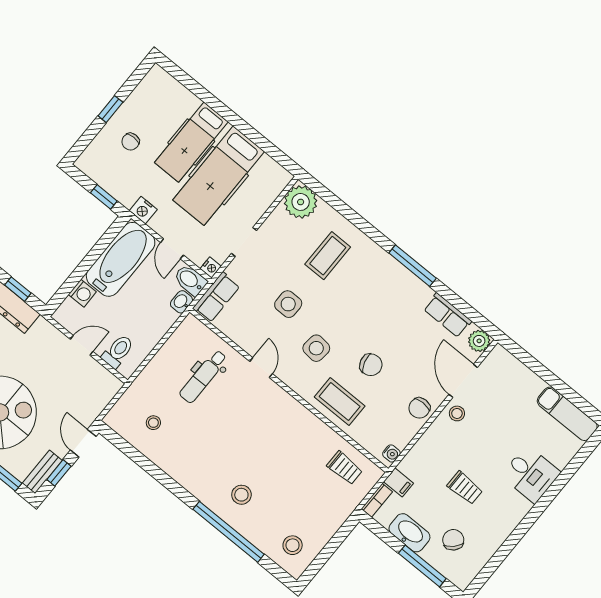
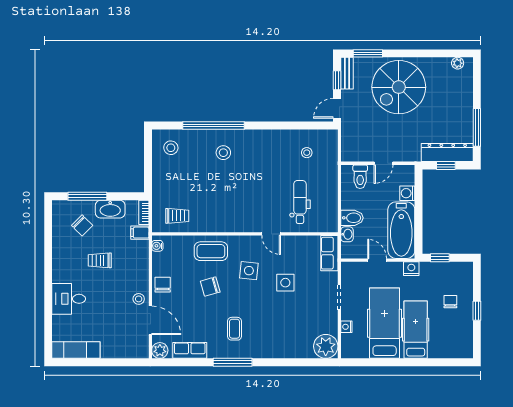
coffee table: (328, 256) -> (235, 329), moved, width x0.73, depth x0.77
nightstand: (211, 267) -> (346, 327), moved
bidet: (190, 280) -> (352, 218), moved
door: (83, 443) -> (337, 108), swing flipped
trolley: (345, 468) -> (177, 216), turned 180

